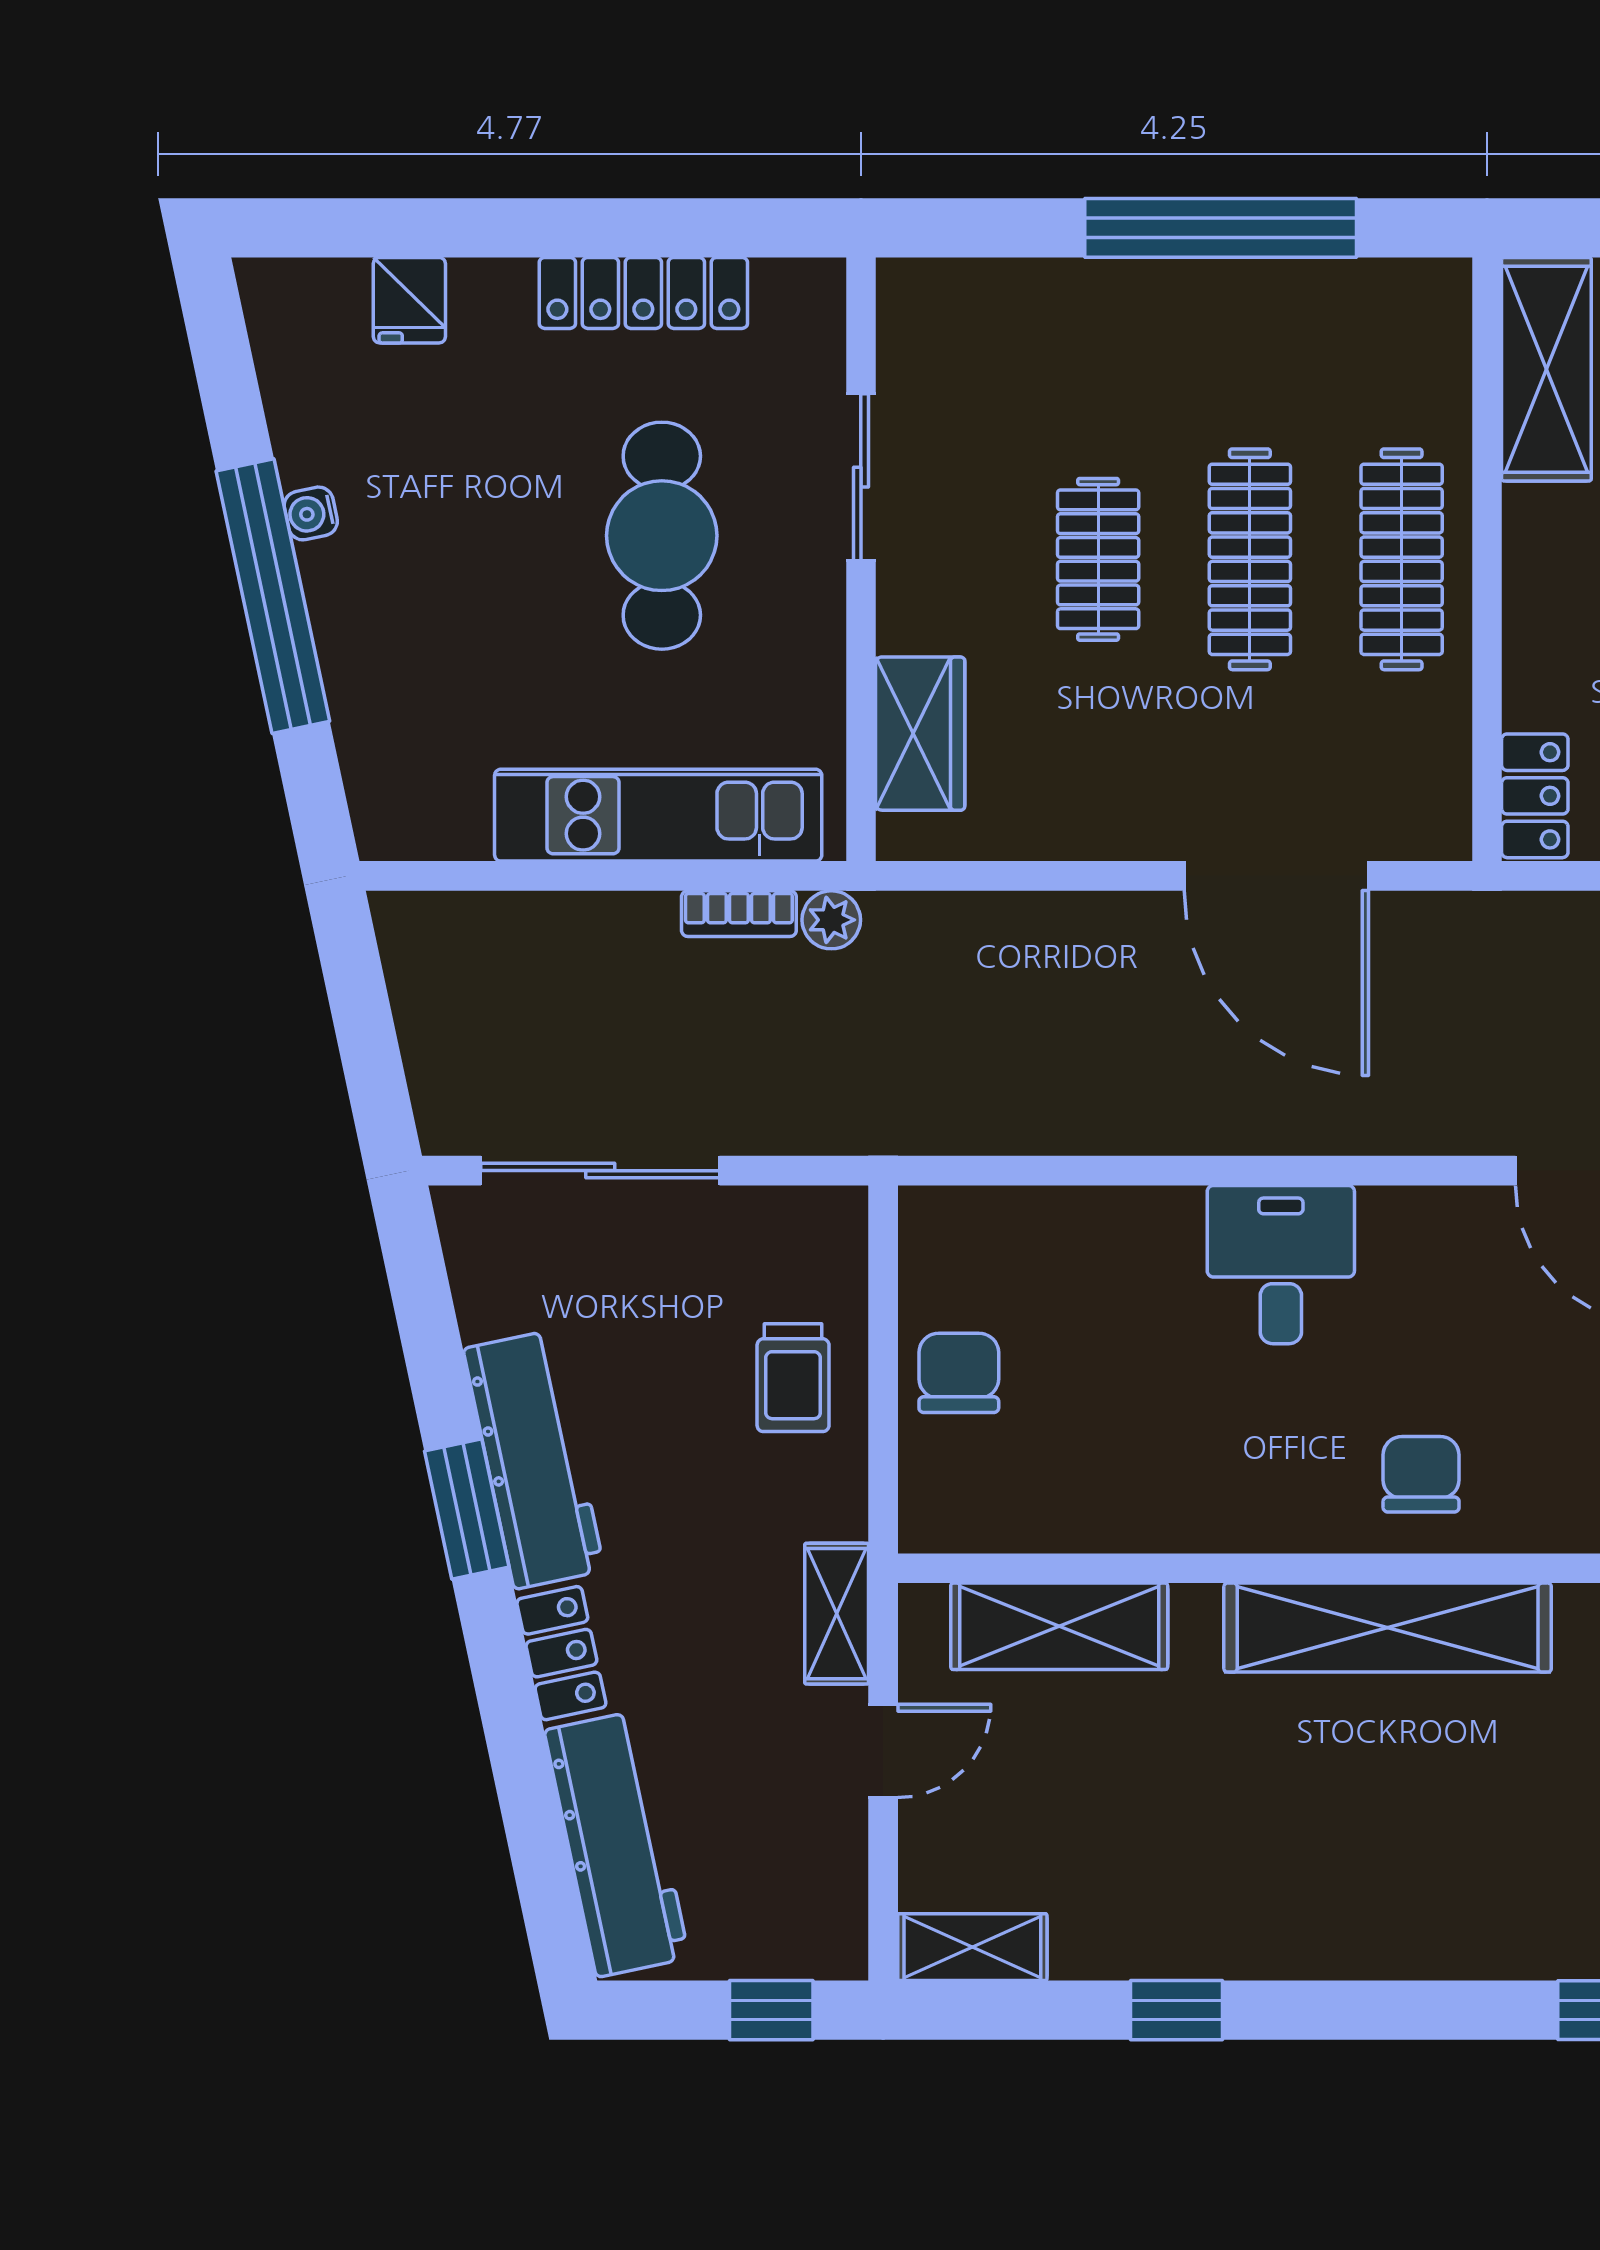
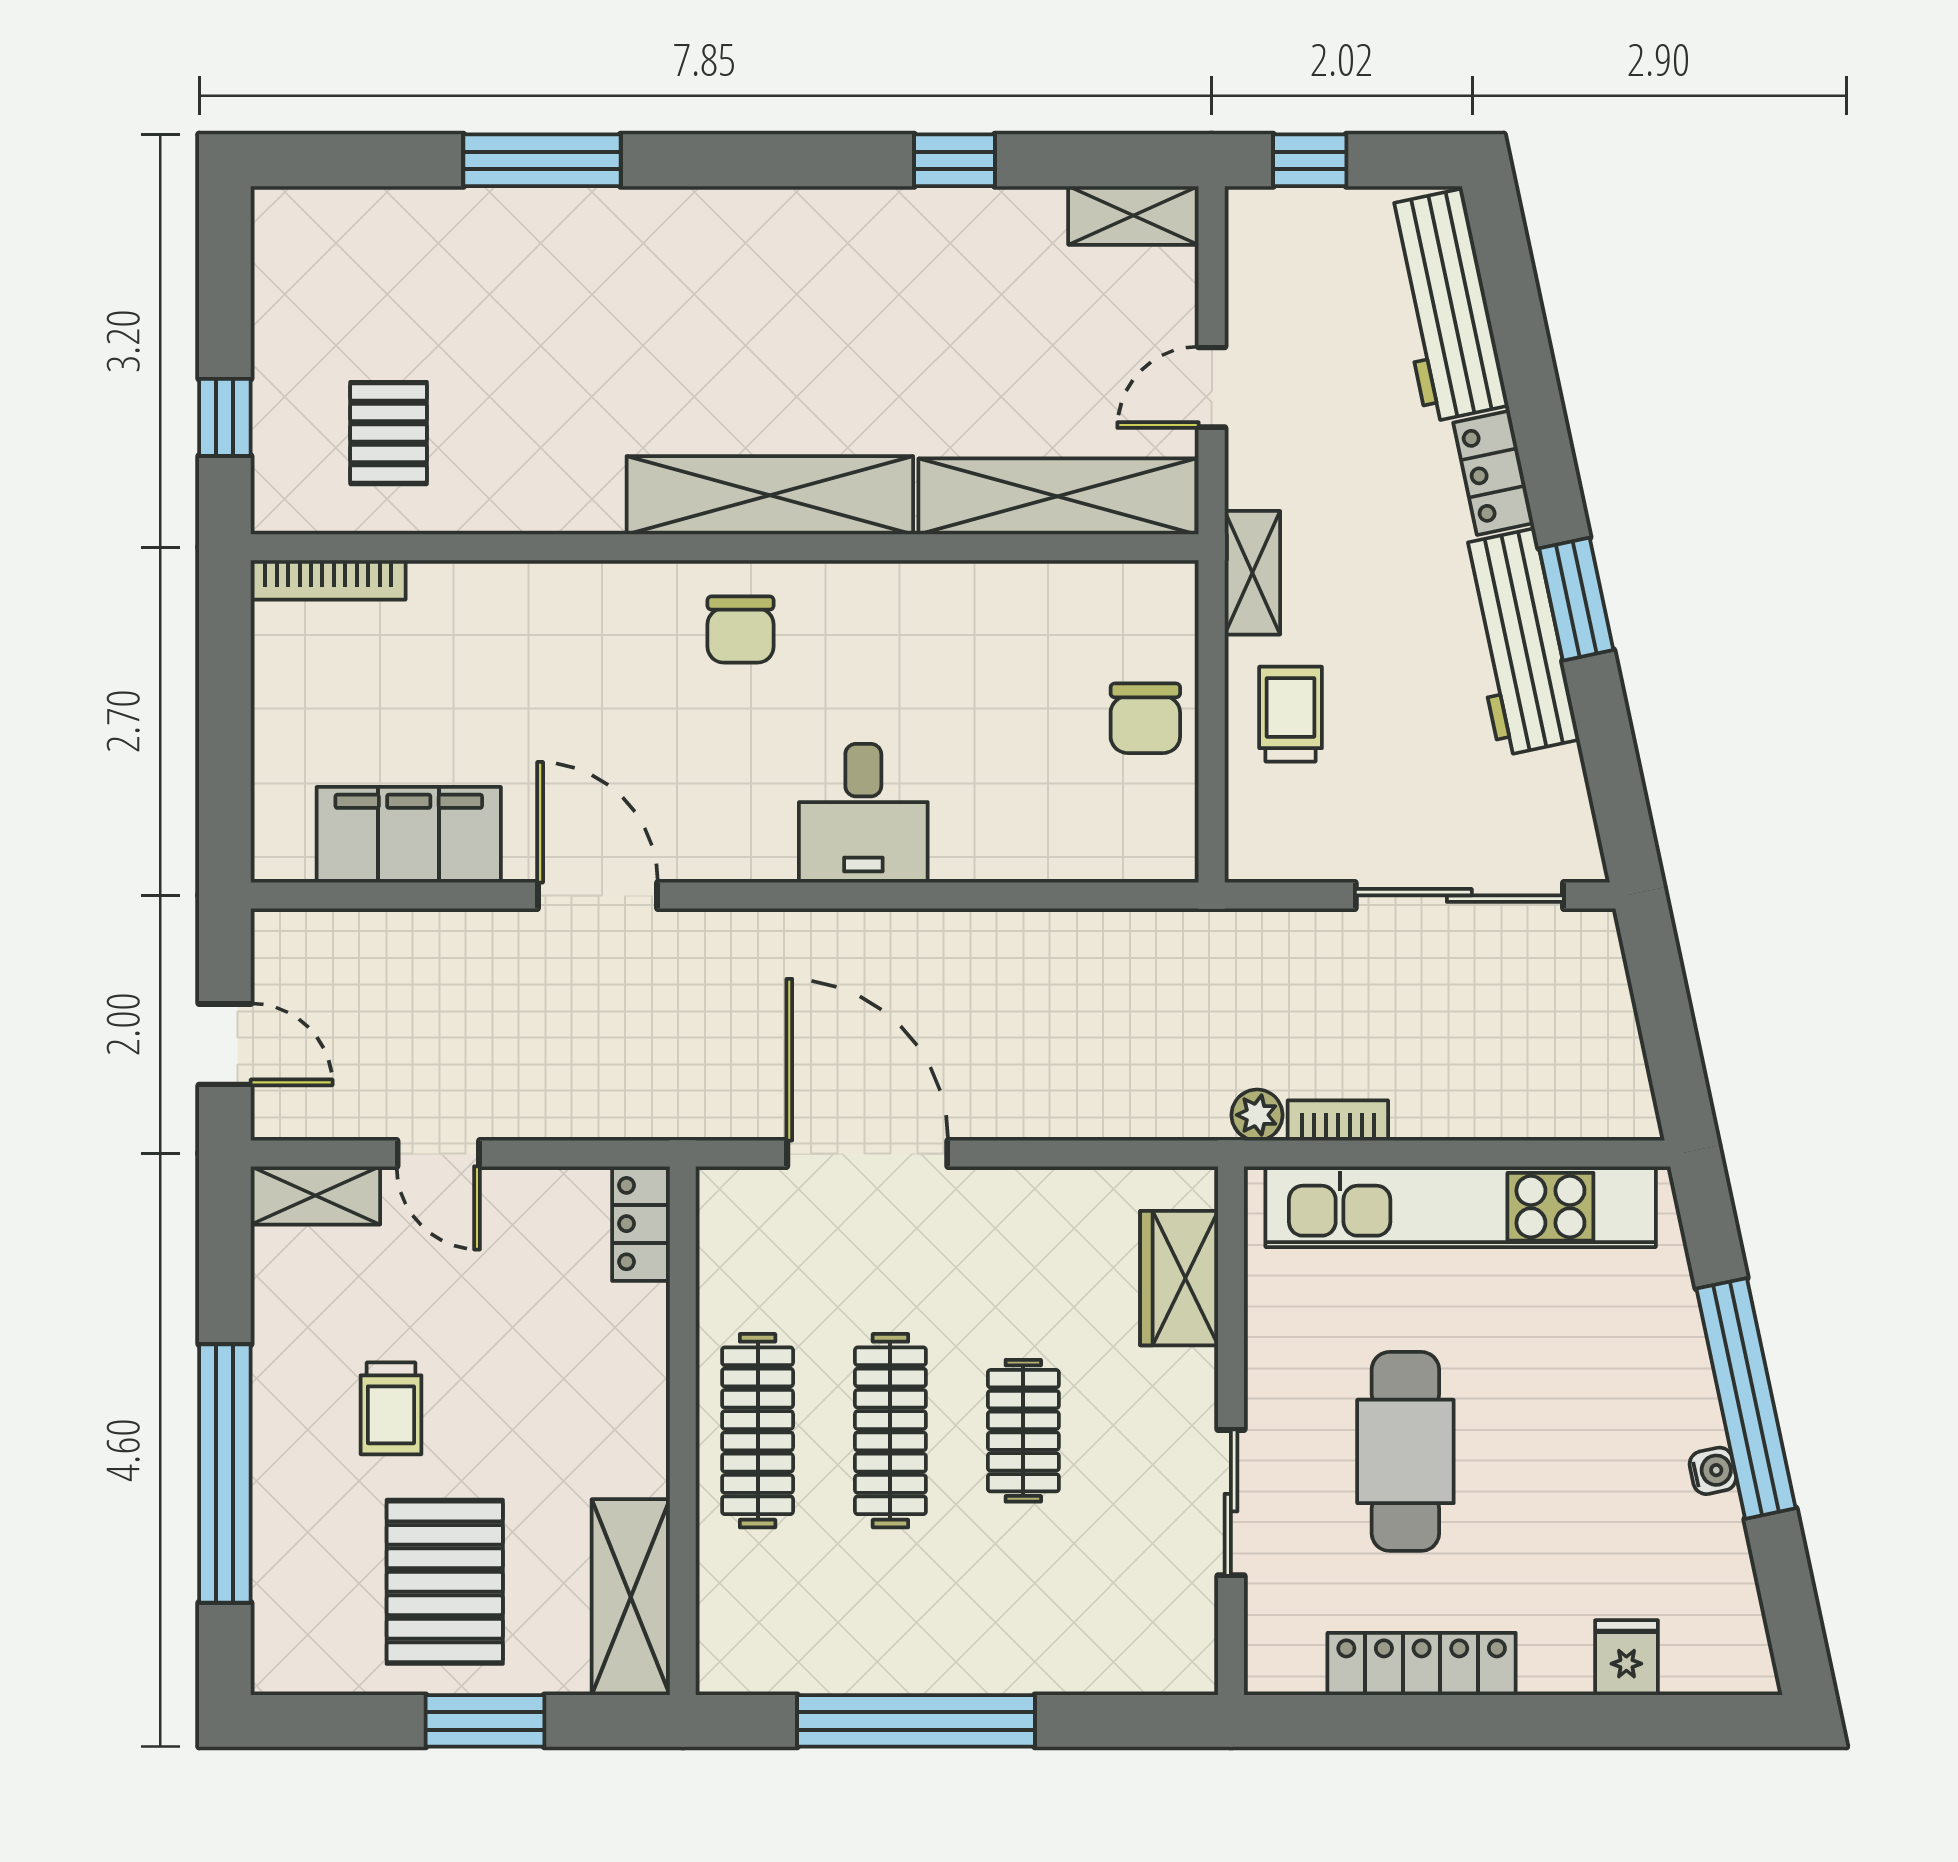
kitchen unit: (658, 815) -> (1461, 1207), width x1.36
shelving: (837, 1614) -> (1252, 573), moved
shelving: (1059, 1626) -> (1057, 496), width x1.47

